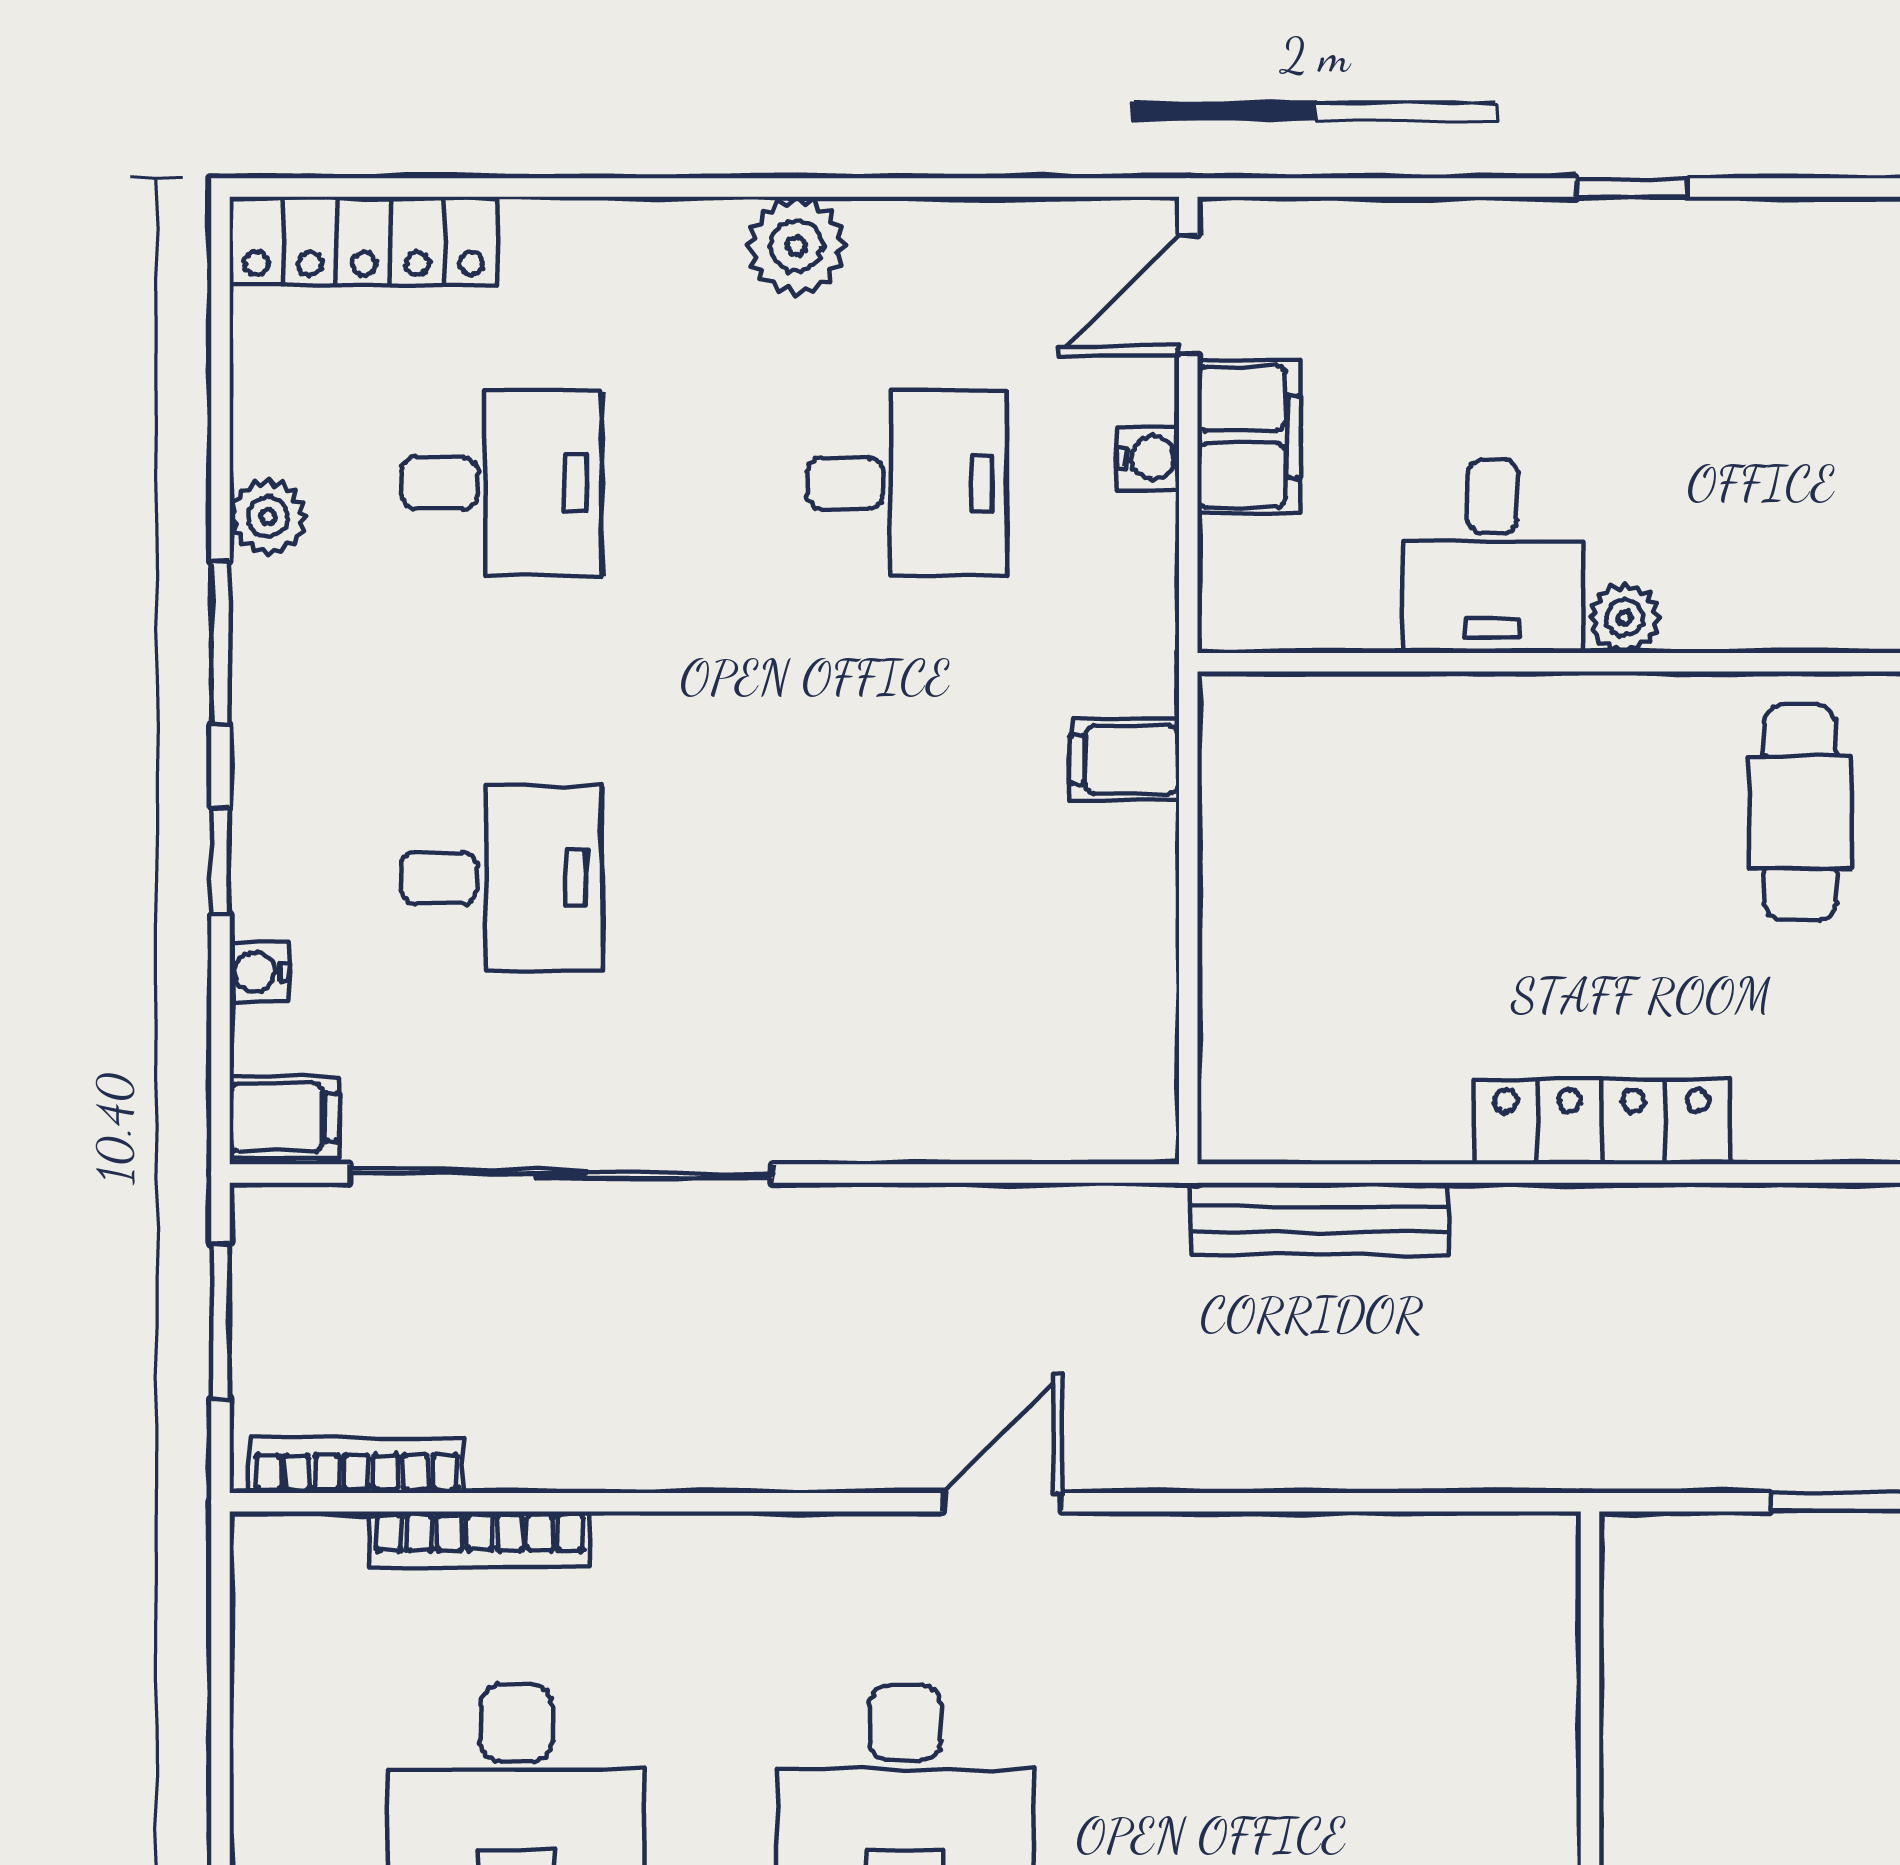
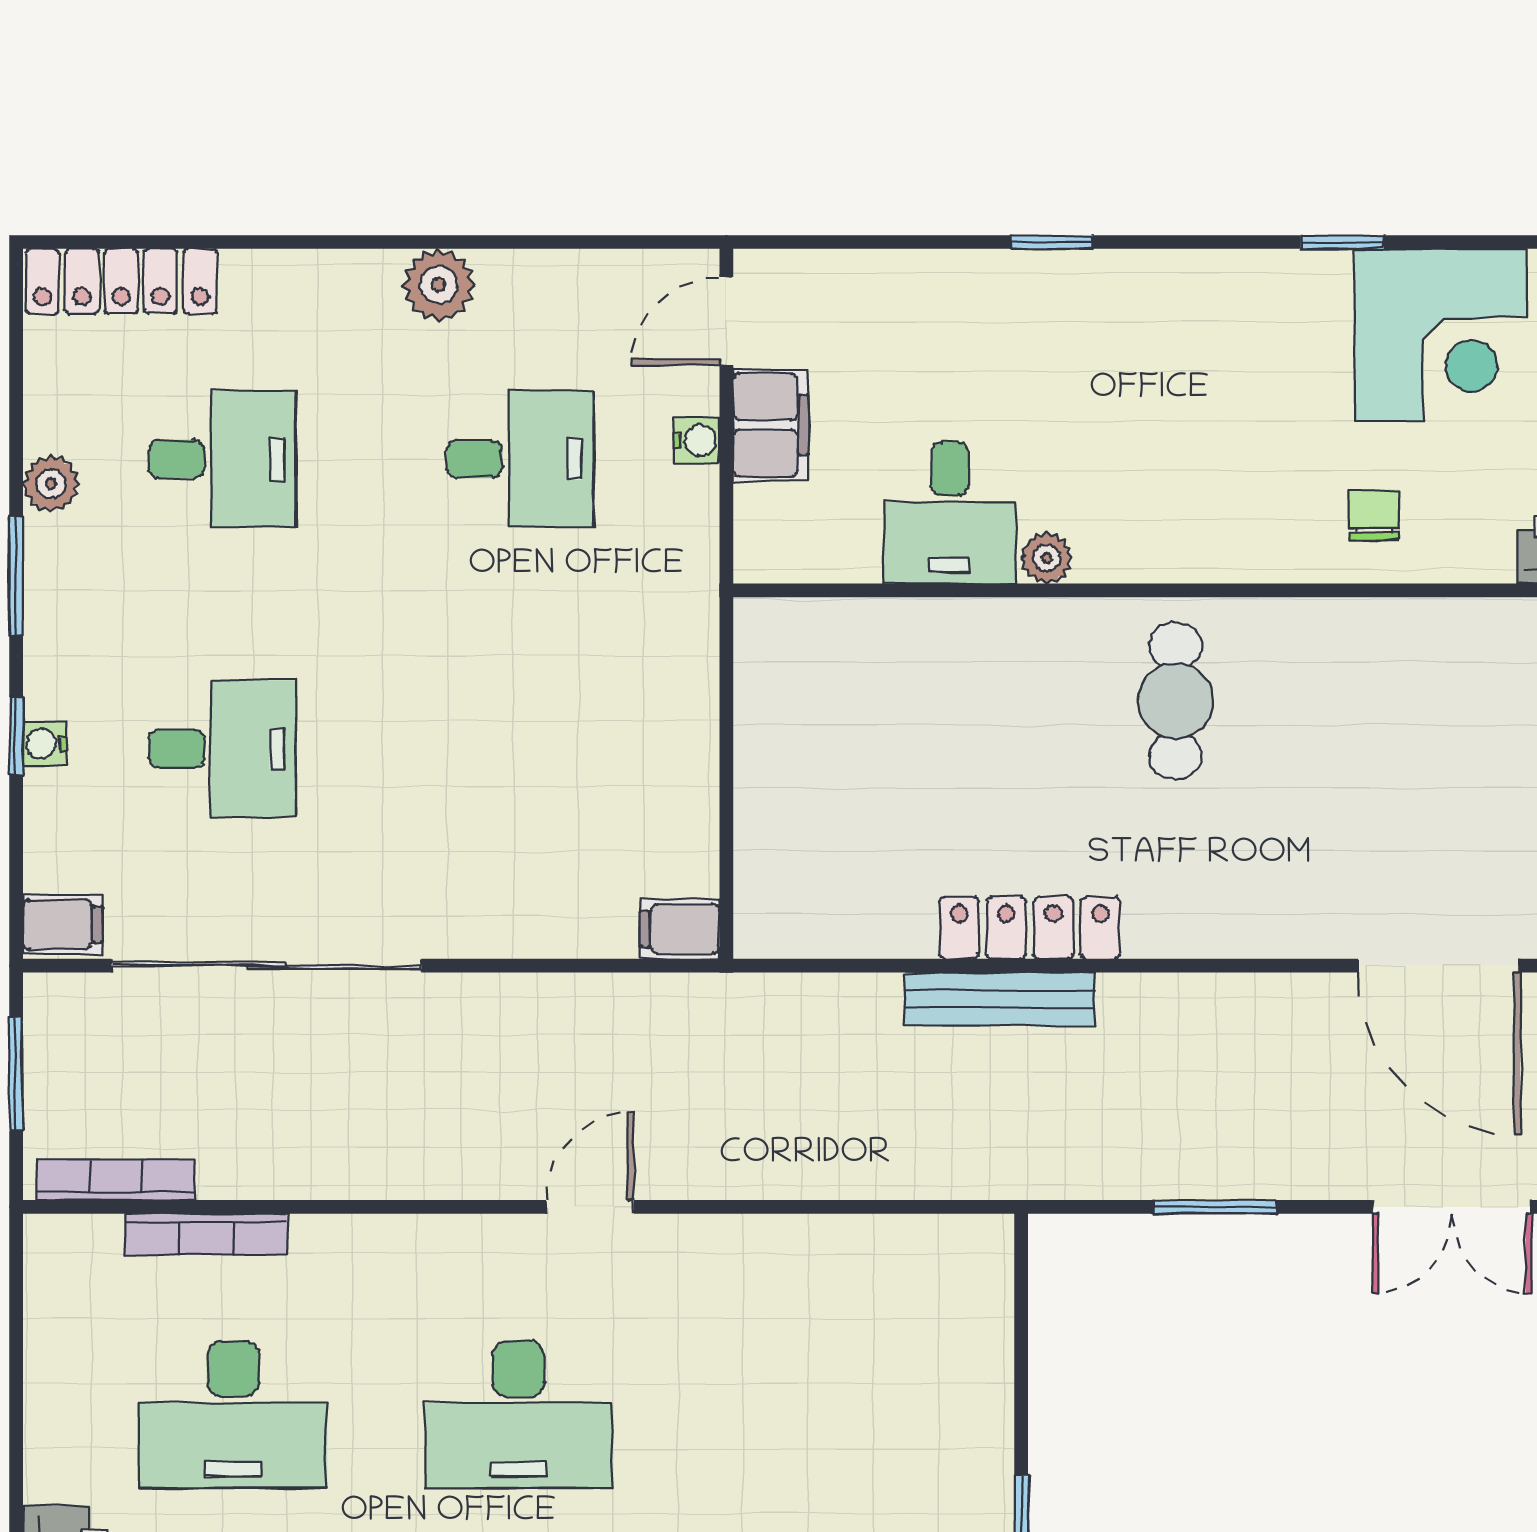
filing cabinet: (1125, 760) -> (680, 929), moved
water cooler: (259, 972) -> (45, 744), moved
bench: (1320, 1219) -> (1000, 999), moved

